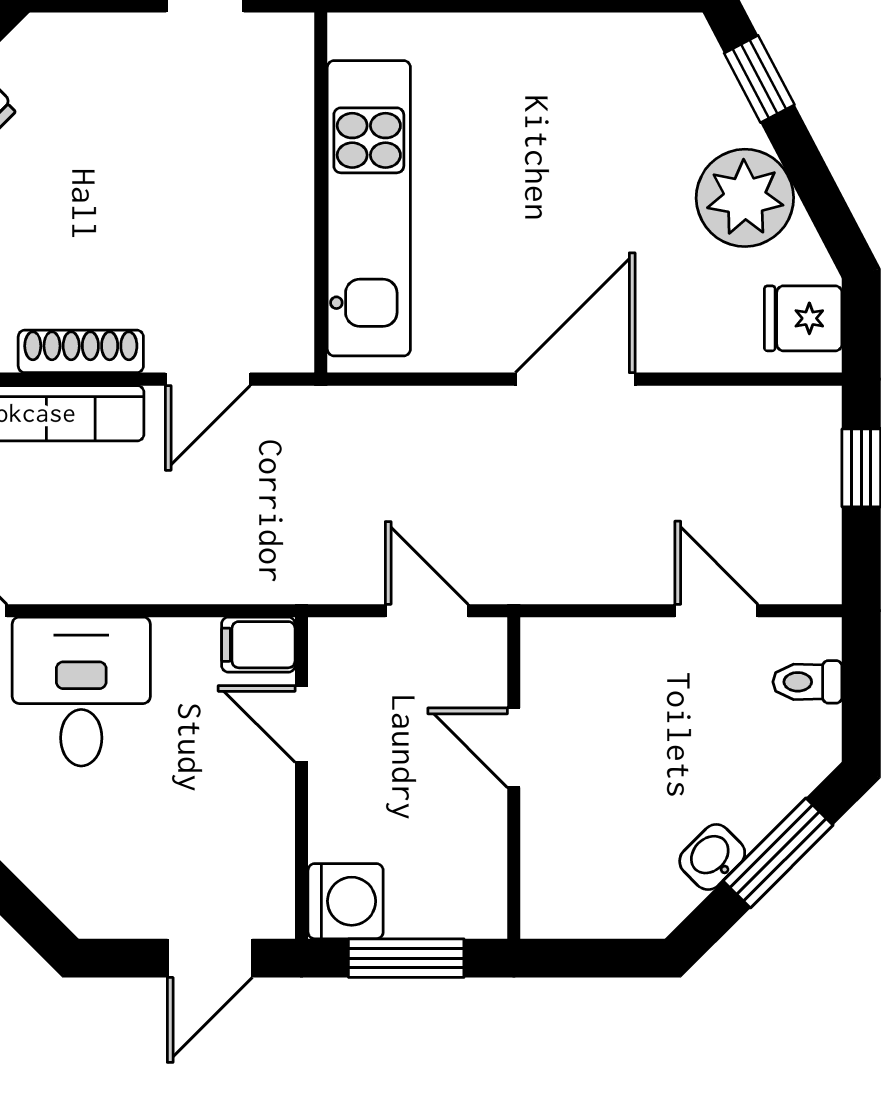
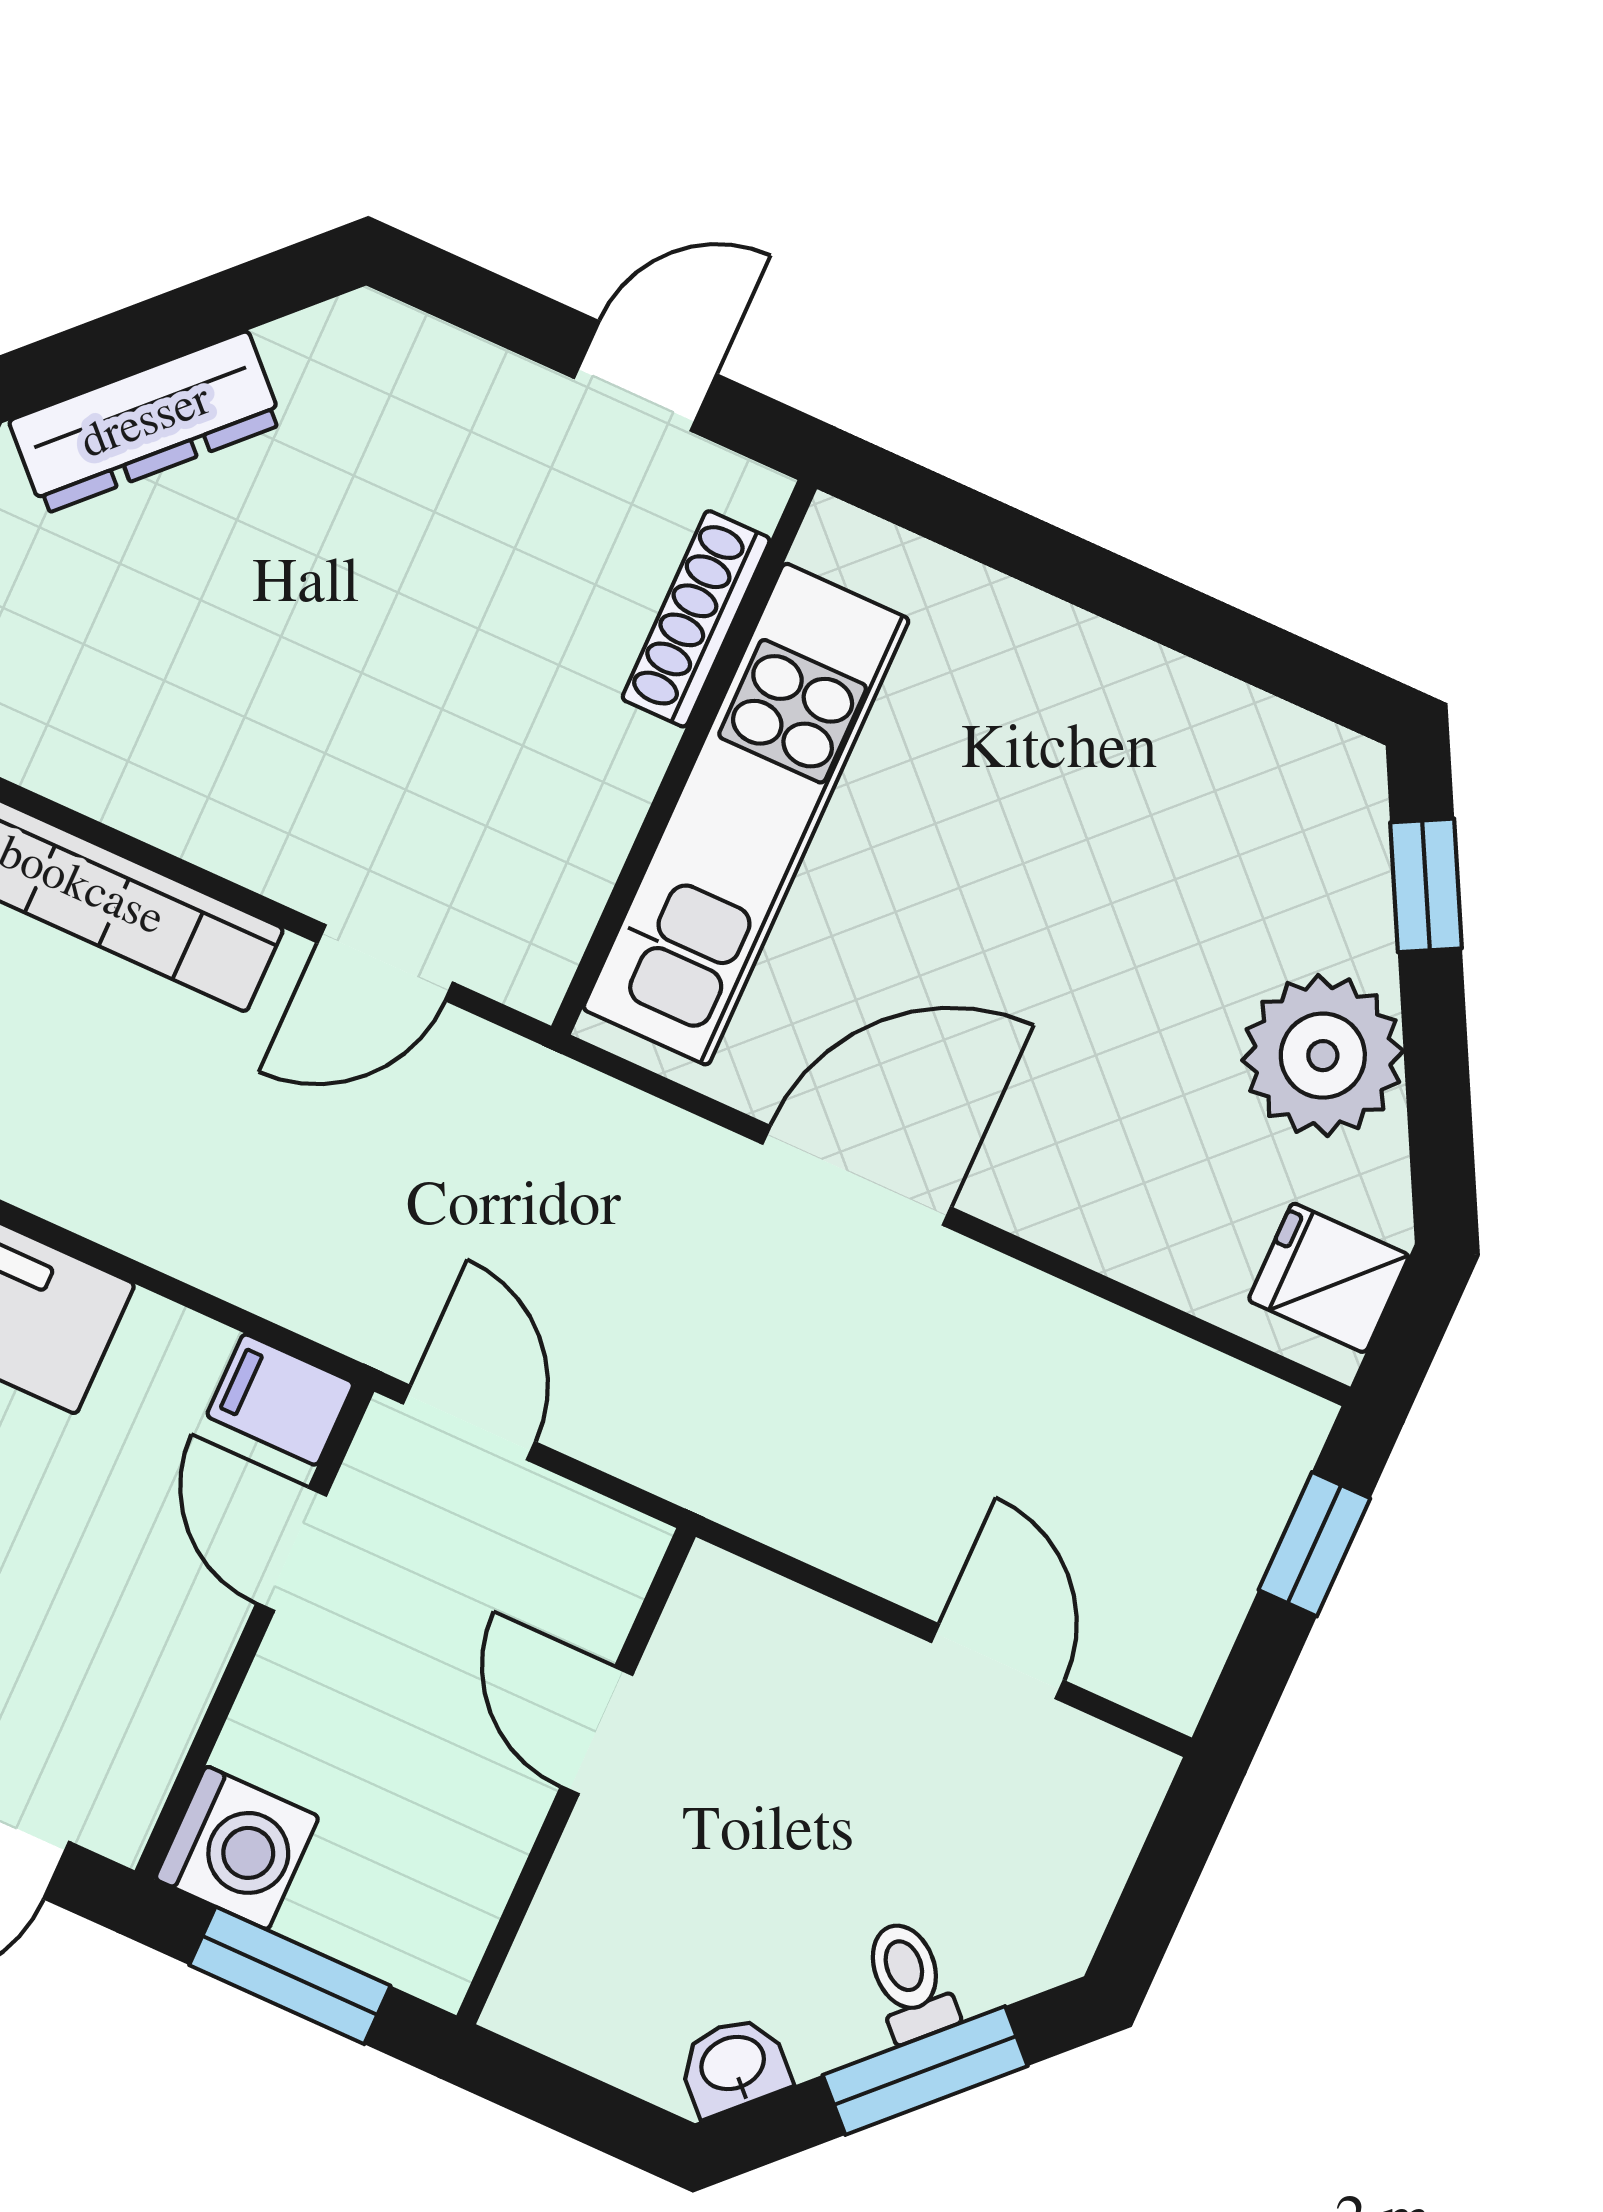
shoe rack: (81, 351) -> (696, 619), moved, turned -90
door: (575, 379) -> (857, 1176), moved
door: (427, 611) -> (469, 1423), moved
toilet: (807, 682) -> (910, 1981), moved, turned 45
washbasin: (712, 857) -> (733, 2065), moved

